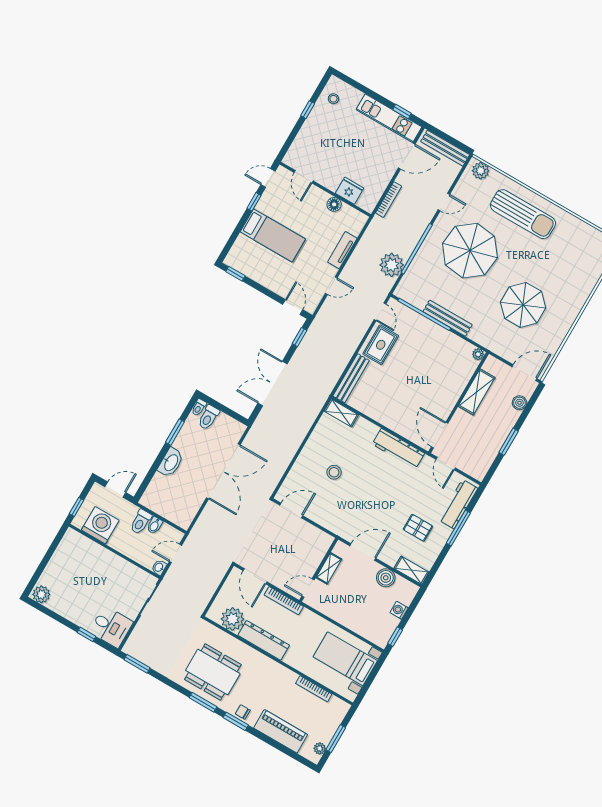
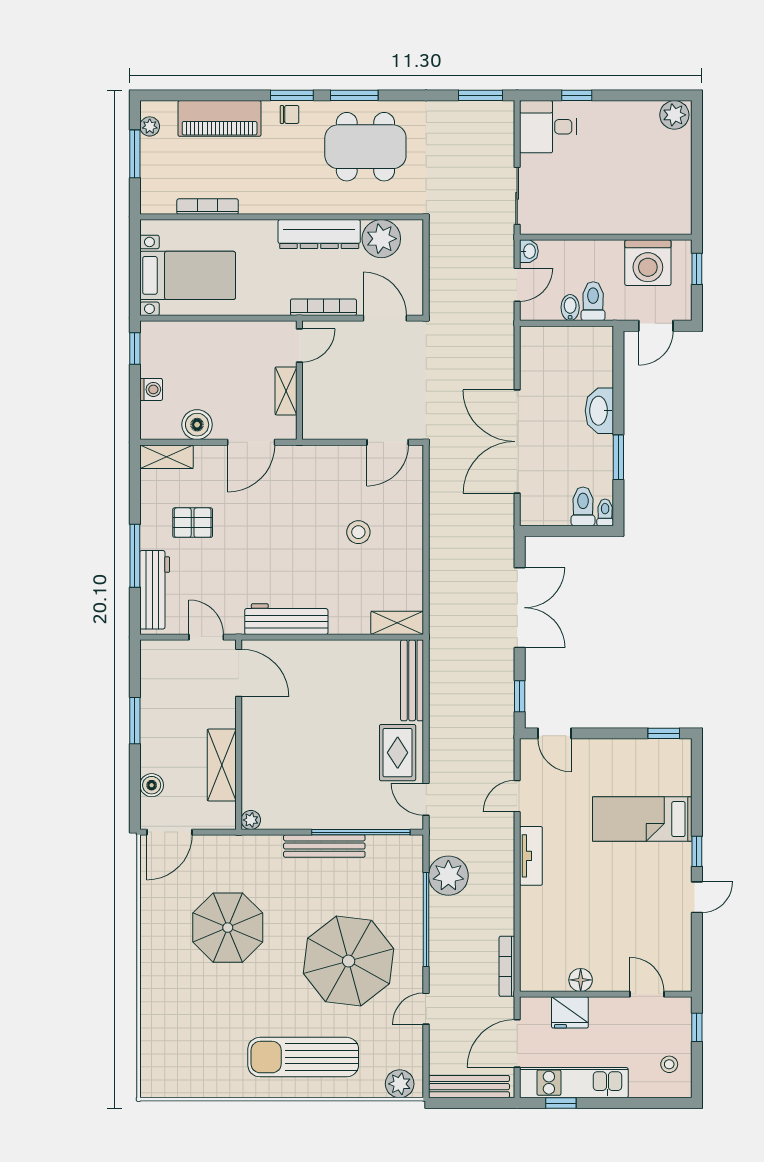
door: (304, 177) -> (647, 994), moved
wall: (325, 189) -> (606, 994), moved
fridge: (350, 191) -> (570, 1012), moved
floor lamp: (334, 204) -> (581, 980), moved

